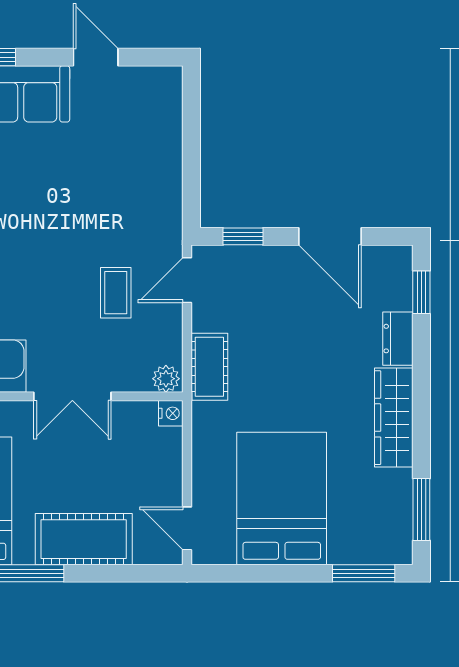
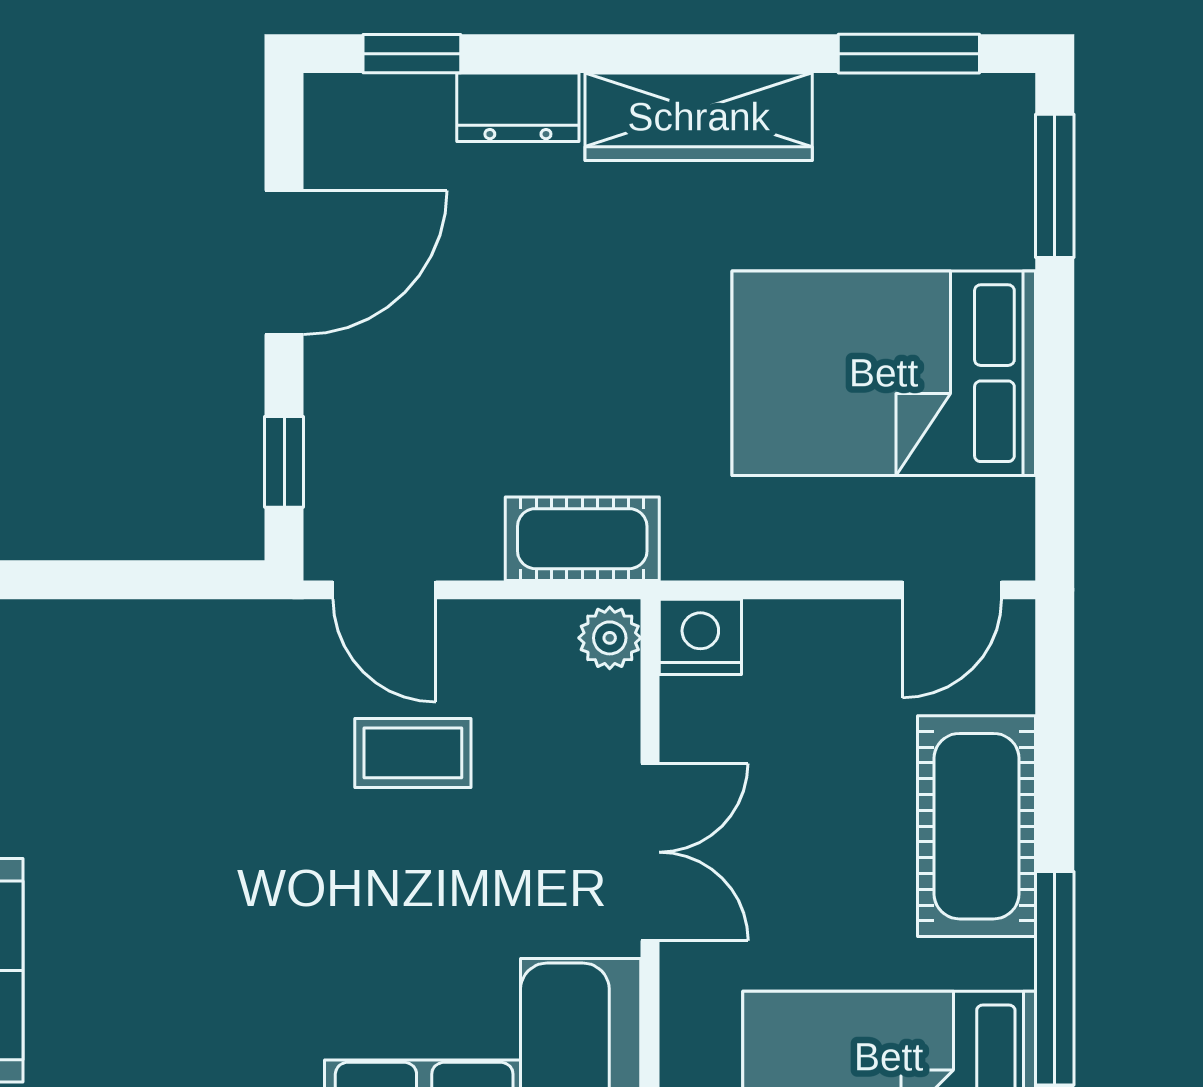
nightstand: (171, 413) -> (700, 637), width x1.39, depth x1.35

